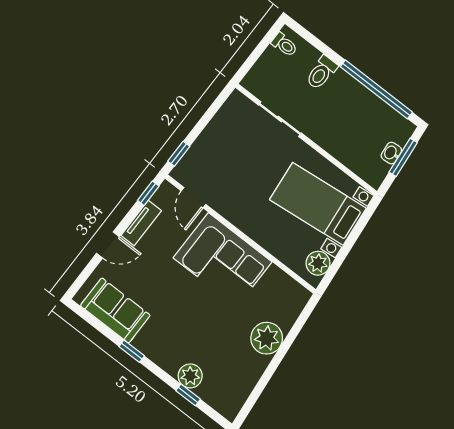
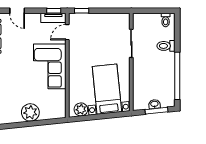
tv unit: (141, 223) -> (53, 18), moved

